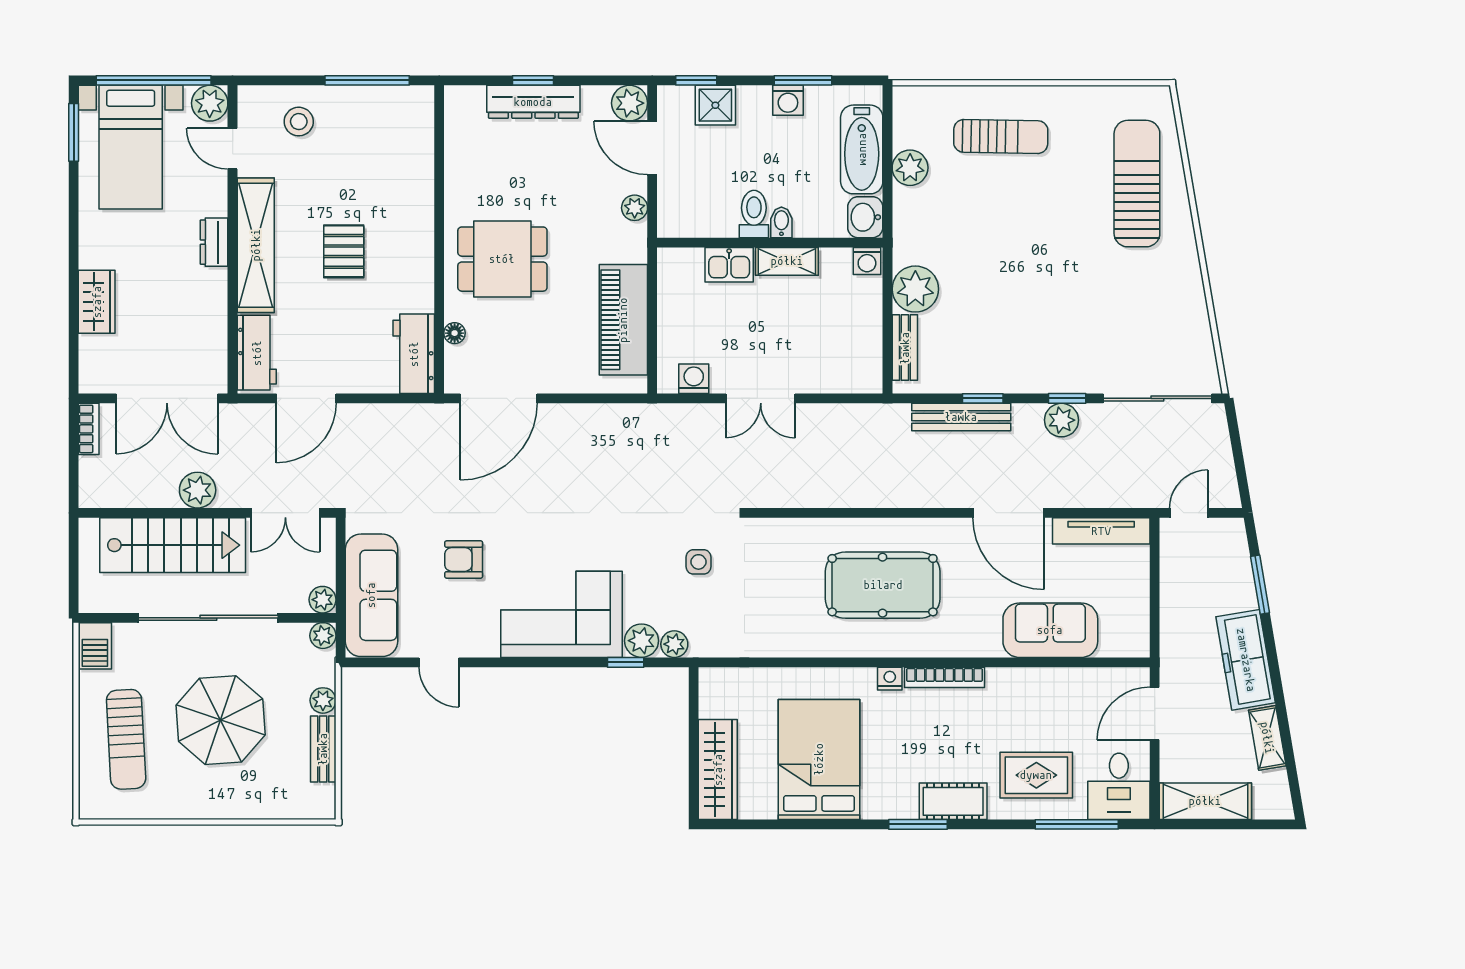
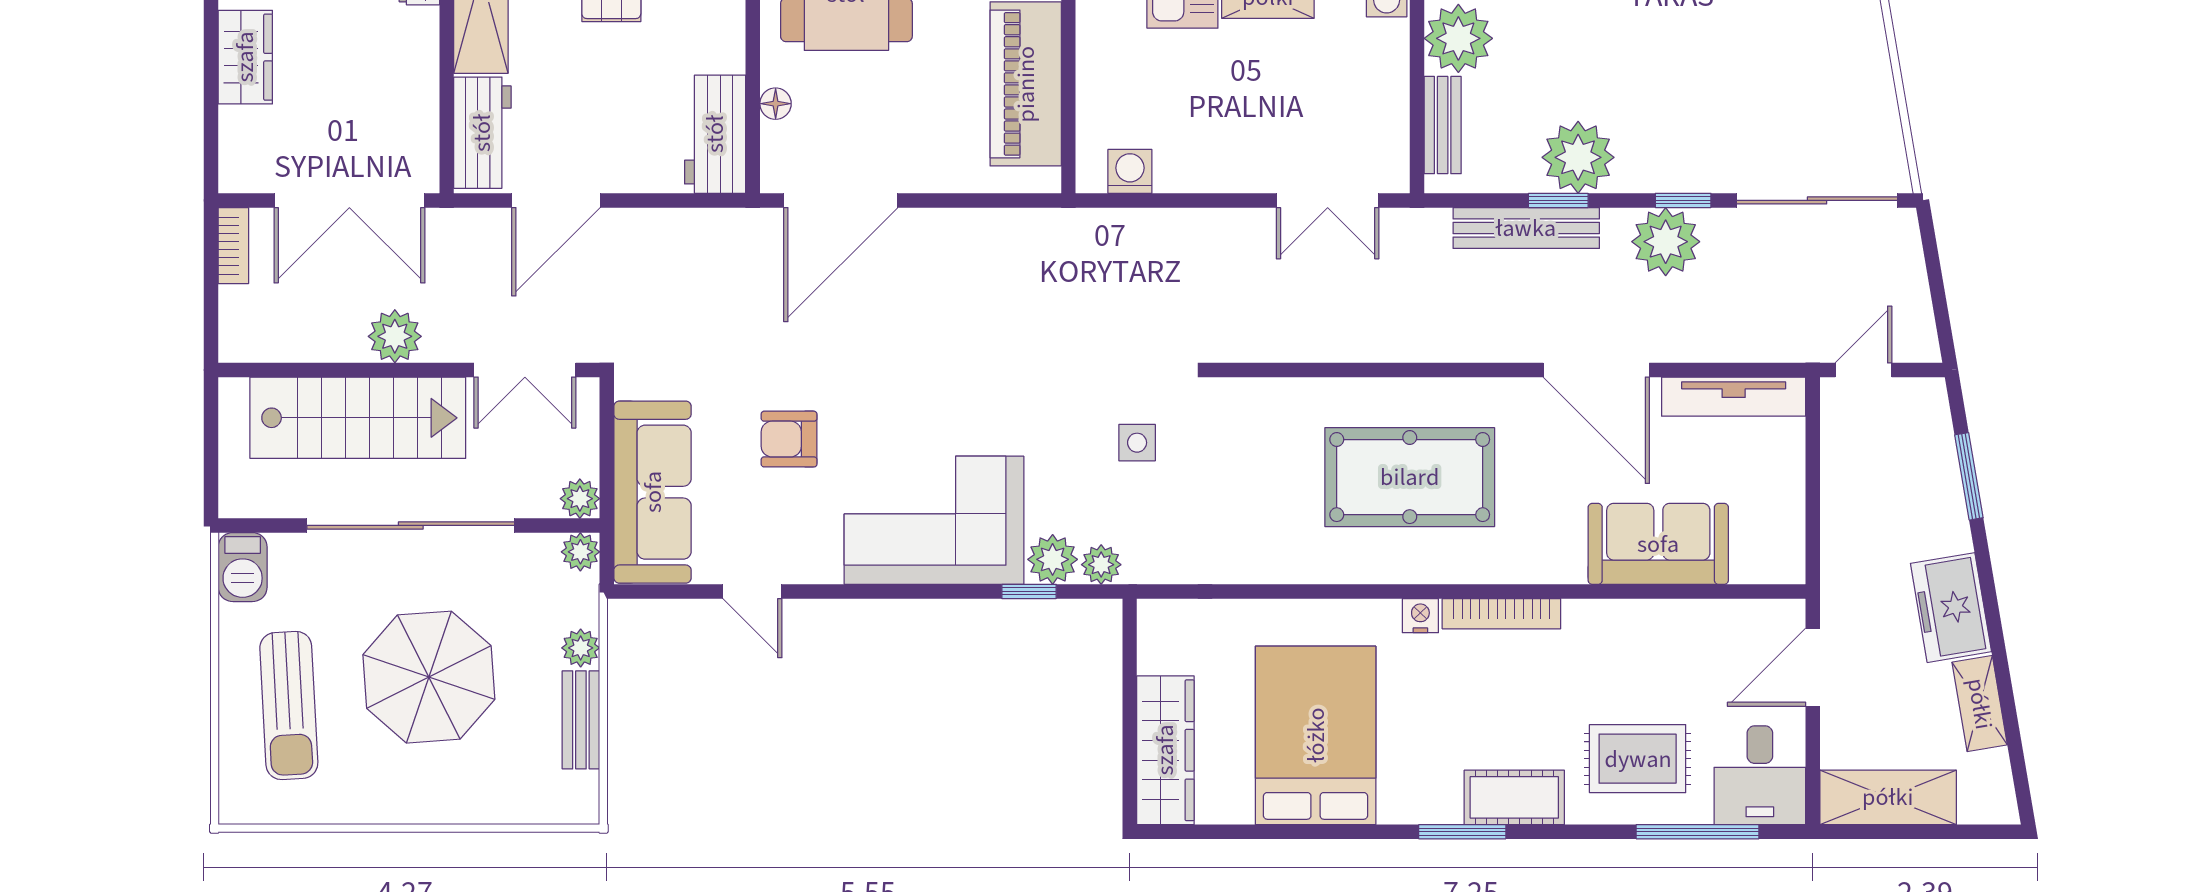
plant: (996, 369) -> (1578, 157), added
double door: (761, 398) -> (1328, 200), moved
plant: (1061, 420) -> (1666, 242), width x1.36, depth x1.36
freezer: (1246, 660) -> (1951, 608), width x0.71

